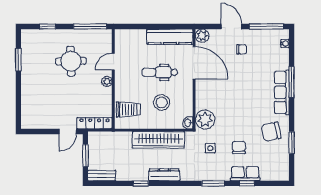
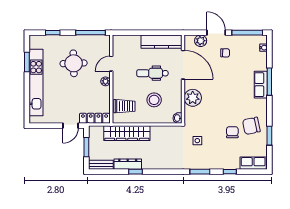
plant: (202, 36) -> (201, 41), moved
kitchen unit: (29, 83) -> (36, 82), added
row of seats: (282, 92) -> (261, 85), width x0.68
plant: (205, 119) -> (193, 98), moved
wardrobe: (158, 140) -> (127, 133), moved
chair: (239, 147) -> (232, 132), moved
row of seats: (245, 174) -> (253, 163), moved
dresser: (164, 175) -> (128, 164), moved

